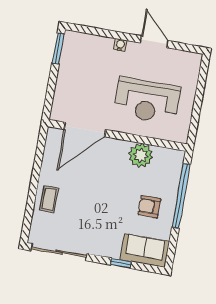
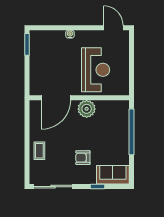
door: (154, 42) -> (113, 28), moved
reception desk: (147, 101) -> (96, 70), turned -90
plant: (141, 155) -> (87, 109), moved
armchair: (149, 207) -> (83, 158), moved

